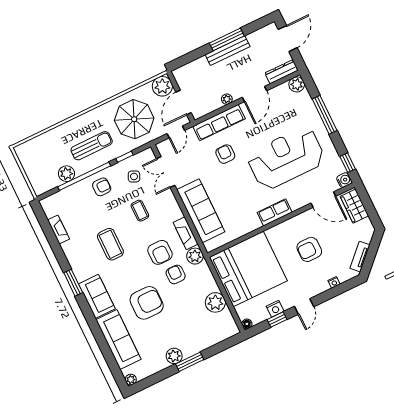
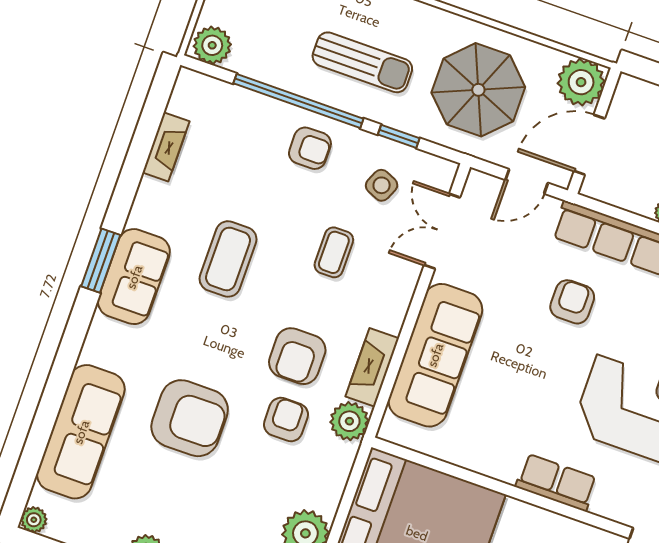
plant: (66, 174) -> (212, 45), moved
sofa: (97, 296) -> (134, 277), moved

